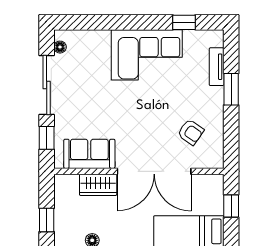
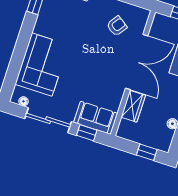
corner sofa: (147, 55) -> (42, 65), moved
sofa: (89, 154) -> (96, 118), moved, turned 90

